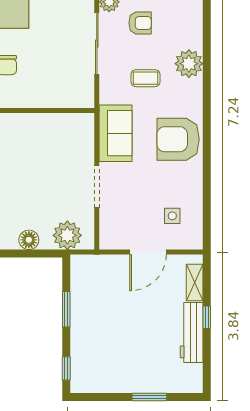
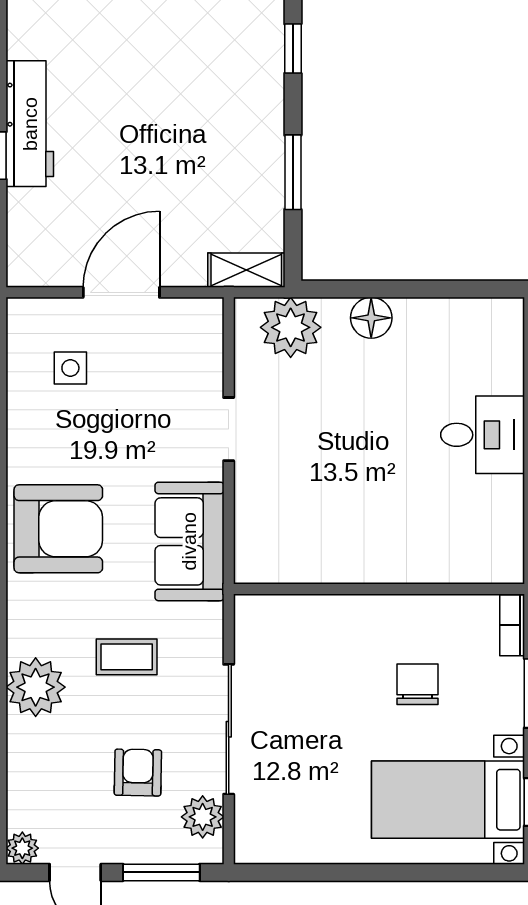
armchair: (140, 23) -> (138, 773), turned 91
doorway: (97, 187) -> (229, 429), width x0.73
shelving: (195, 283) -> (246, 270), moved, turned 90

